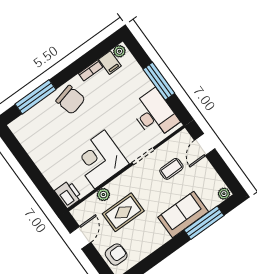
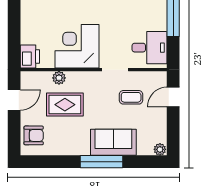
desk: (154, 114) -> (150, 48), width x0.73
window: (204, 223) -> (101, 162), moved

